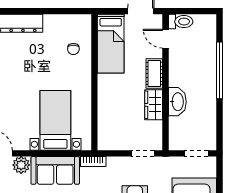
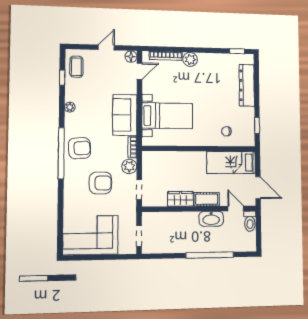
window: (66, 11) -> (257, 125), added
door: (165, 39) -> (236, 208), hinge flipped
washbasin: (177, 102) -> (211, 219), moved
plant: (21, 165) -> (129, 166), moved

